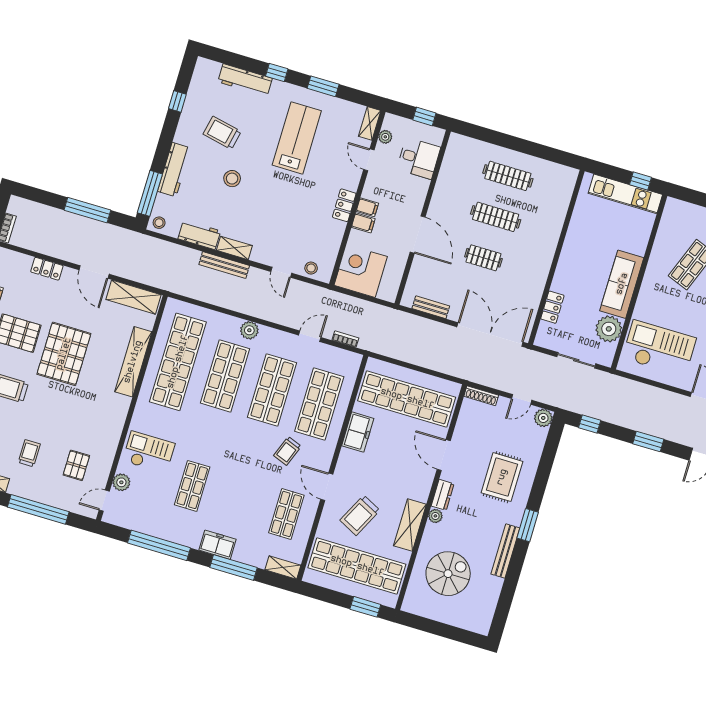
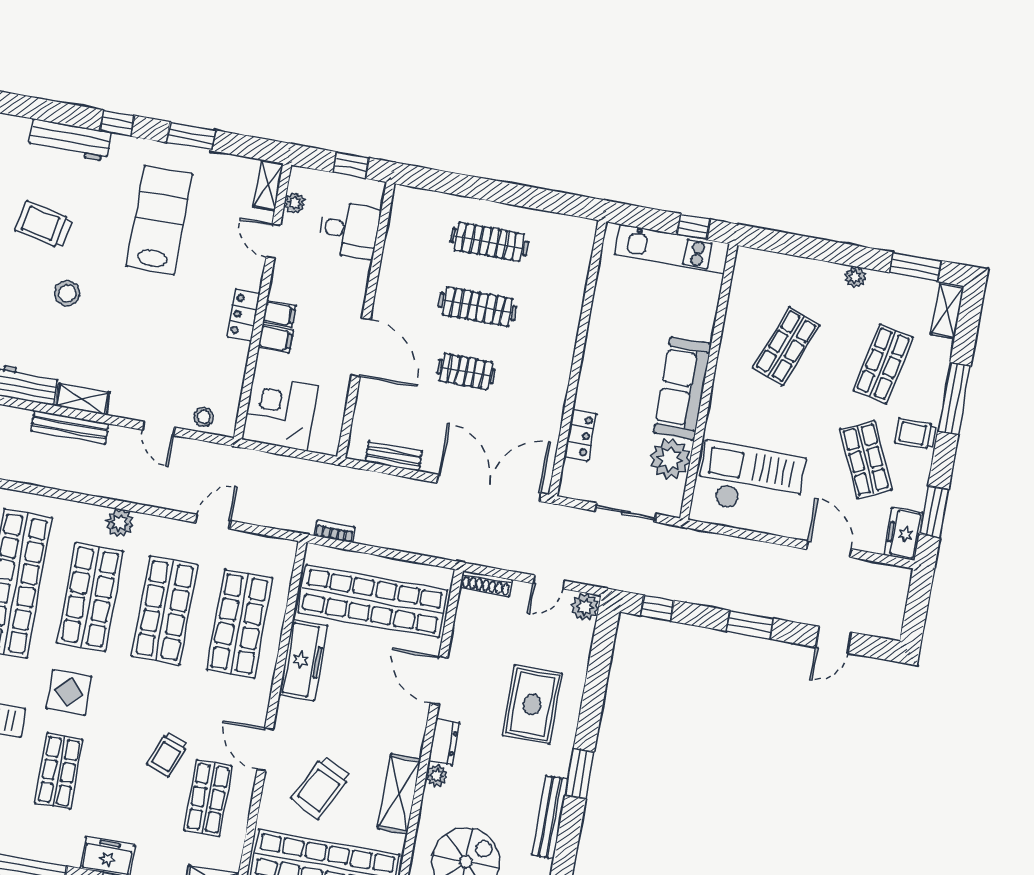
bookcase: (345, 339) -> (334, 532), moved
freezer: (358, 432) -> (303, 660), width x1.40
display table: (204, 436) -> (69, 692), added
trolley: (287, 451) -> (167, 754), moved

